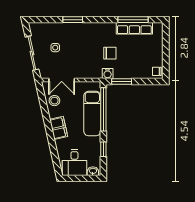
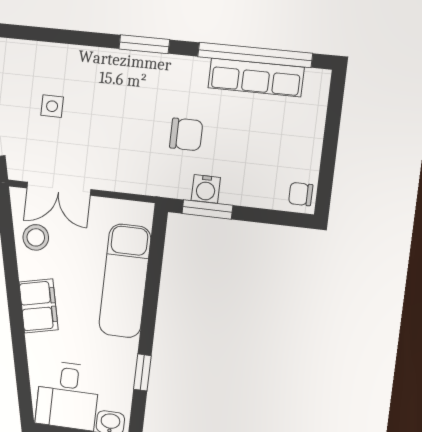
window: (73, 20) -> (144, 44), moved
window: (133, 20) -> (255, 55), width x1.46
water cooler: (108, 74) -> (206, 189), moved
window: (103, 109) -> (154, 274), removed

